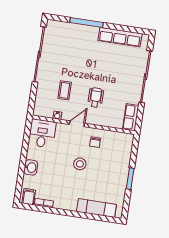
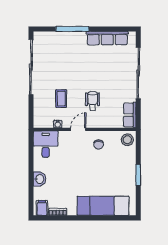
stool: (80, 164) -> (127, 140), moved
exam couch: (96, 208) -> (103, 206), width x1.36, depth x1.45

